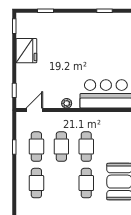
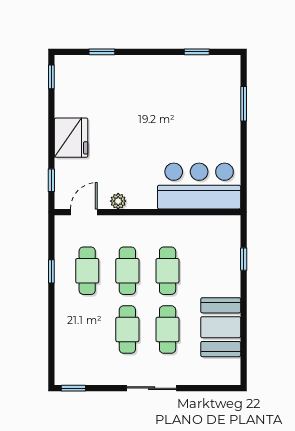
fridge: (26, 51) -> (71, 138), moved
plant: (67, 103) -> (118, 201), moved
cafe table: (36, 183) -> (127, 330), moved

